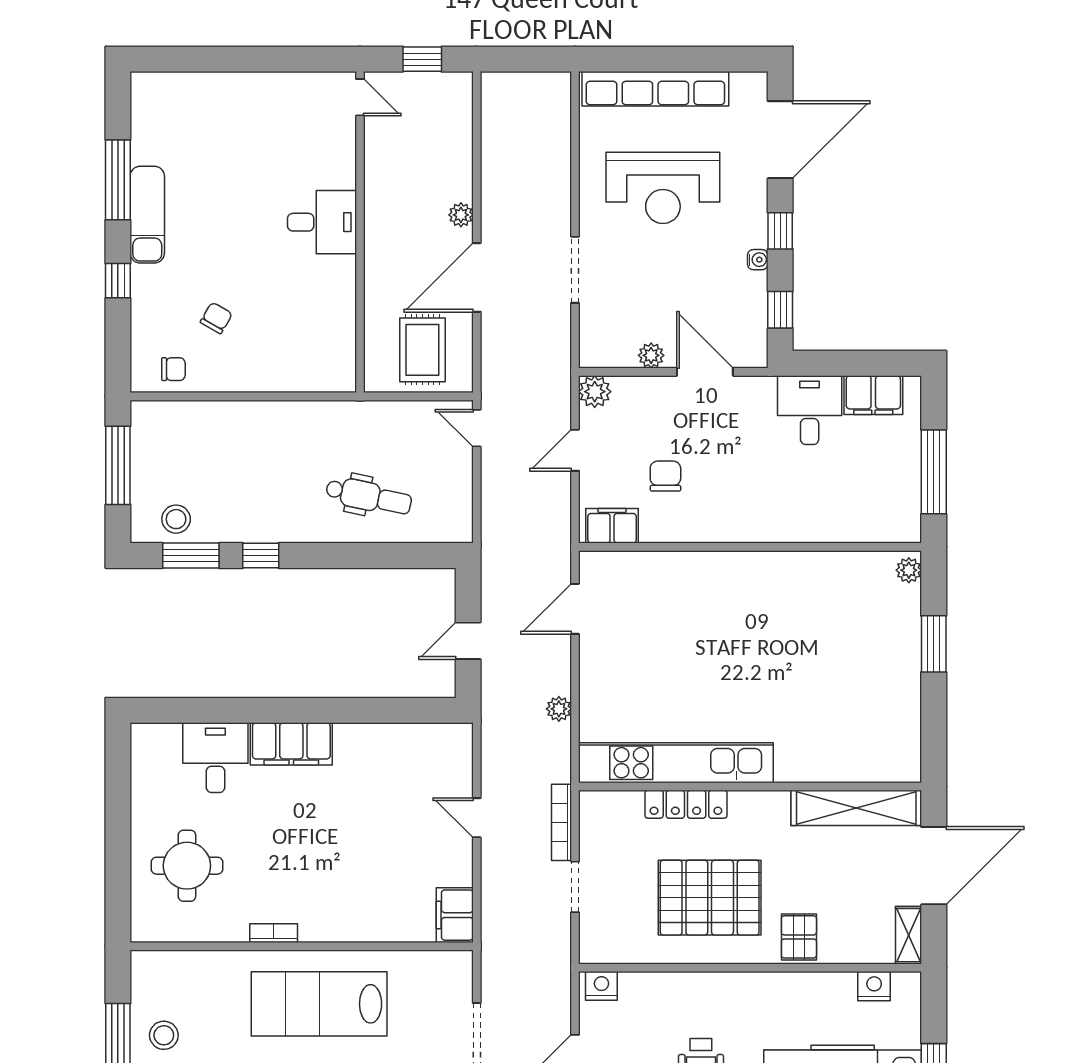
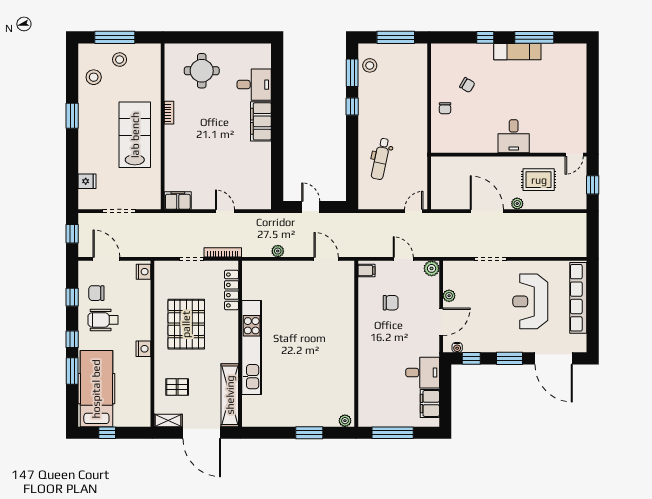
window: (780, 231) -> (509, 358), width x1.50
water cooler: (758, 260) -> (457, 347), moved
rug: (422, 350) -> (539, 180), moved
chair: (173, 369) -> (445, 108), moved
filing cabinet: (612, 526) -> (366, 270), width x0.50
kitchen unit: (676, 763) -> (252, 347), moved
locker: (686, 804) -> (232, 290), moved
door: (477, 818) -> (225, 211), hinge flipped
pallet: (799, 937) -> (177, 387), moved
nightstand: (874, 986) -> (143, 349), moved

